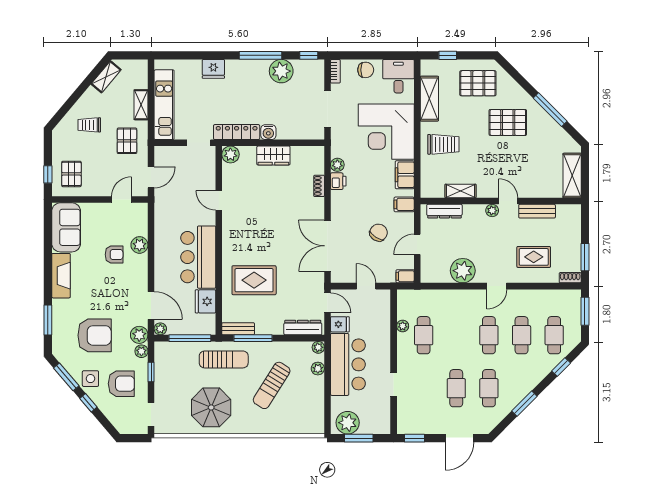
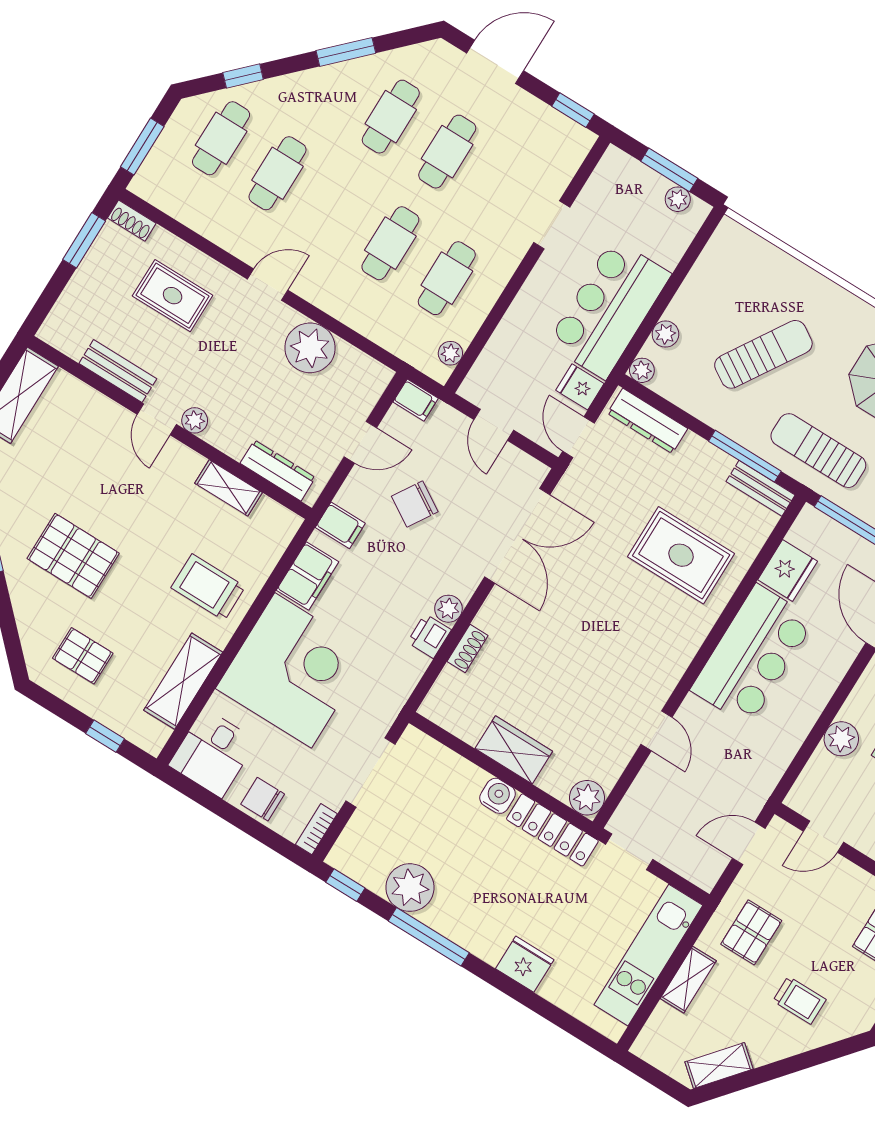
pallet: (478, 83) -> (83, 656), width x0.67, depth x0.71
plant: (337, 165) -> (448, 609), moved
plant: (403, 326) -> (450, 353), moved
cafe table: (489, 335) -> (390, 243), moved
plant: (348, 423) -> (678, 199), width x0.53, depth x0.53

